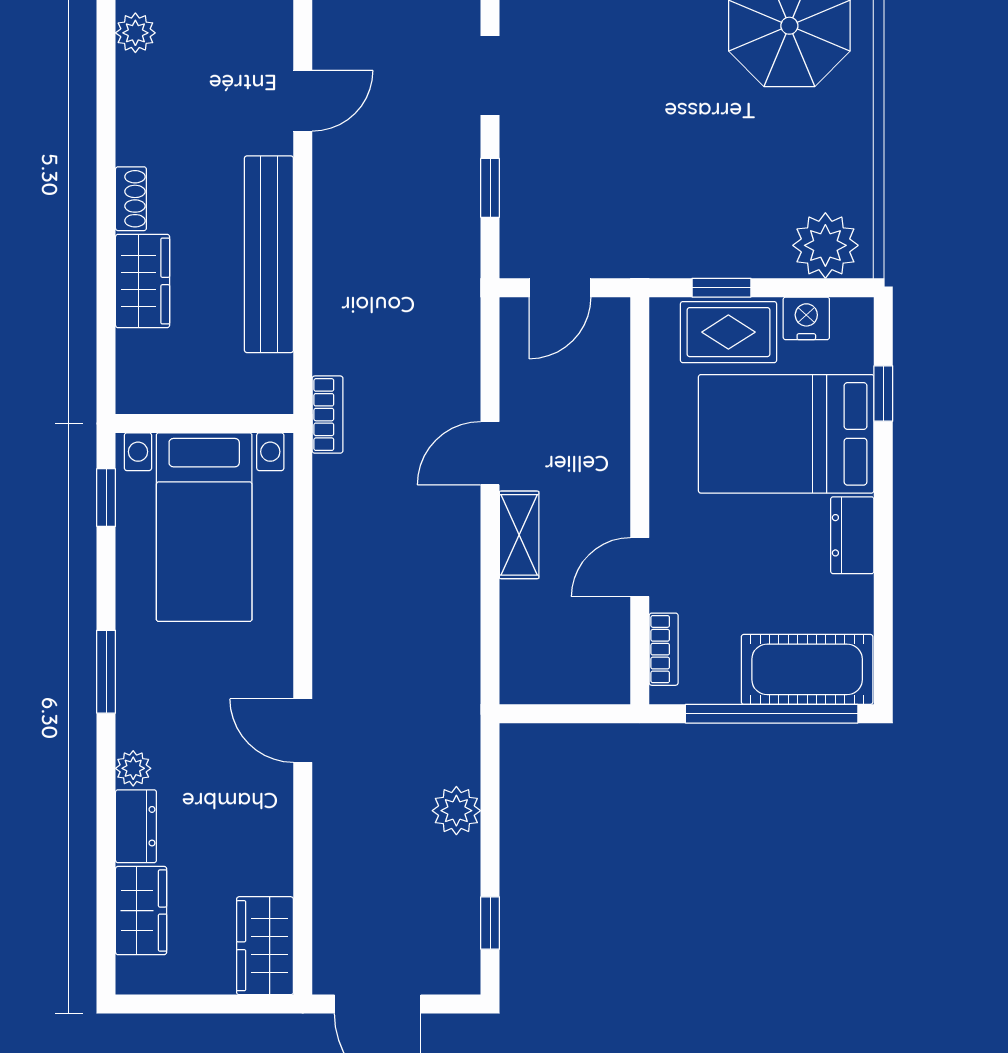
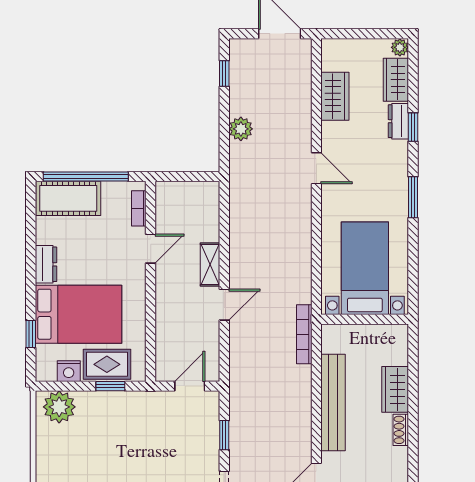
bookcase: (328, 415) -> (304, 334), width x1.56
window: (106, 498) -> (413, 127), moved
plant: (133, 768) -> (400, 47), moved
wardrobe: (265, 946) -> (335, 96), moved

